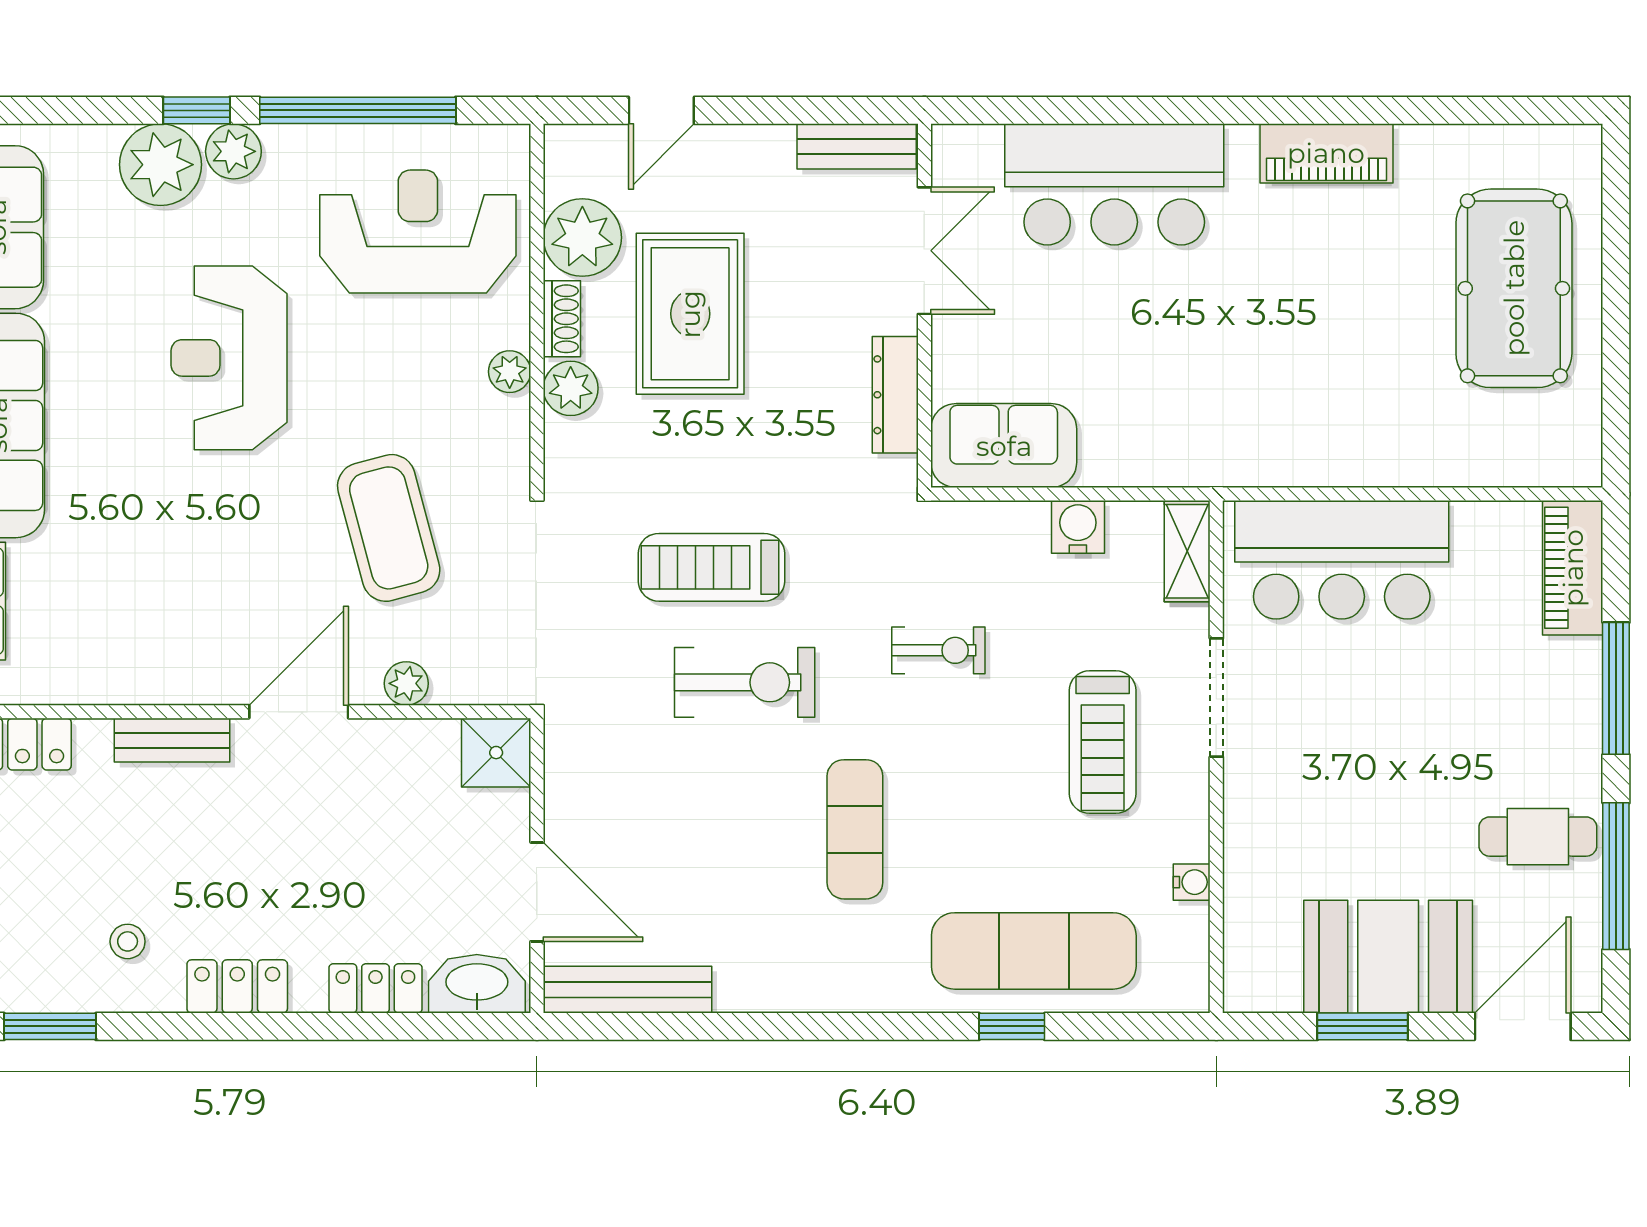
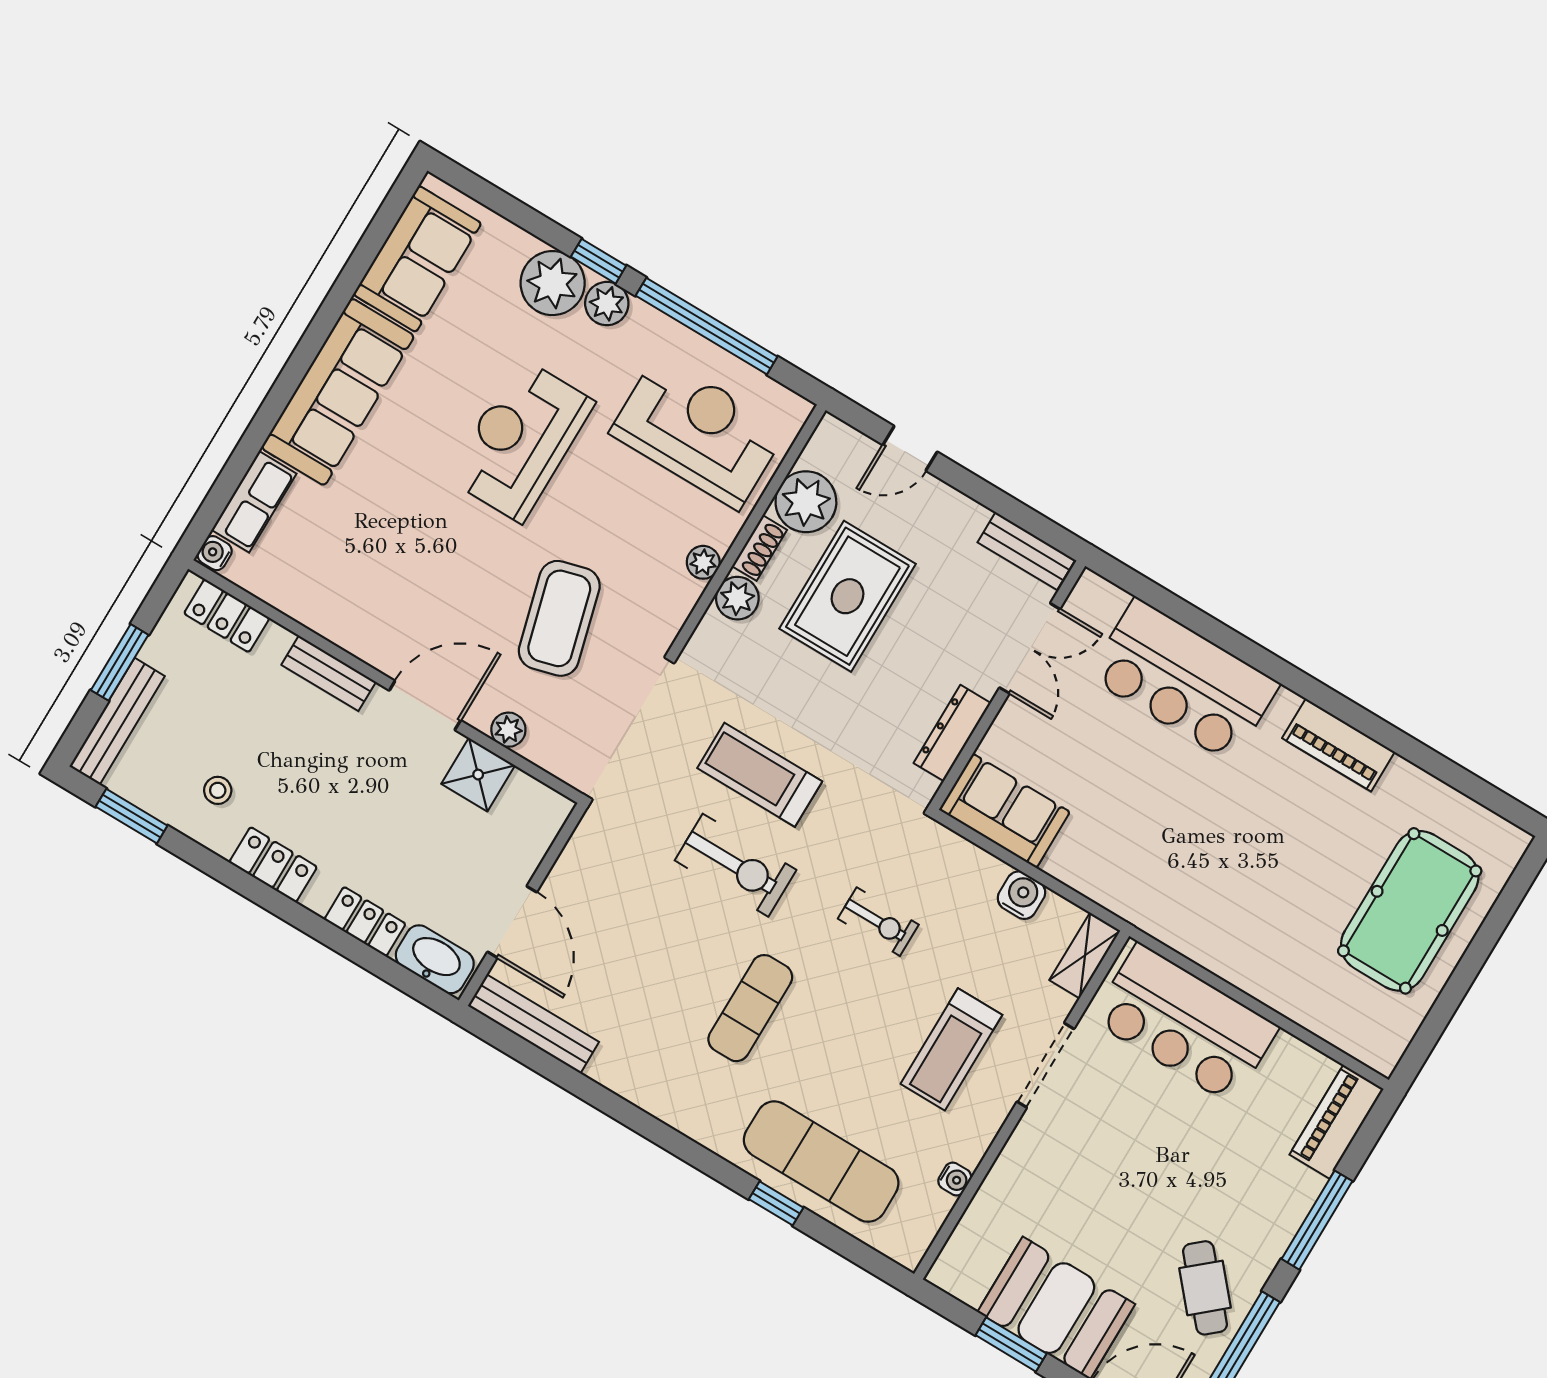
shower: (496, 753) -> (478, 775), moved
cafe table: (1538, 837) -> (1205, 1288), turned 49

